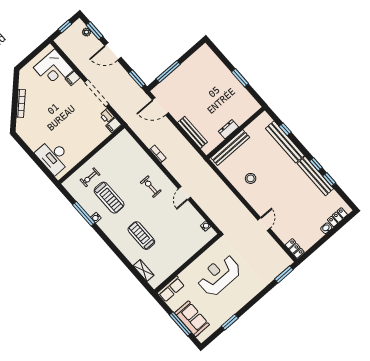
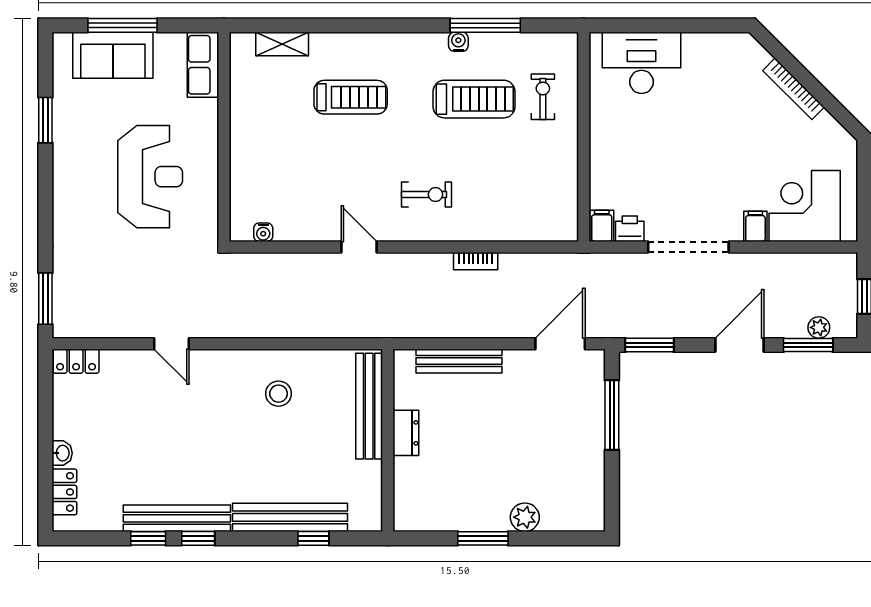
plant: (222, 71) -> (525, 517), added
treadmill: (109, 198) -> (474, 99), turned 180

